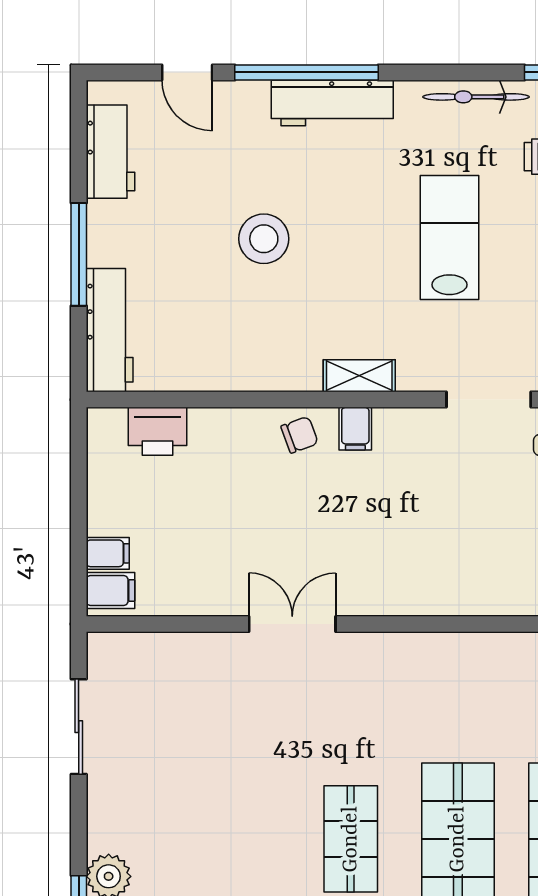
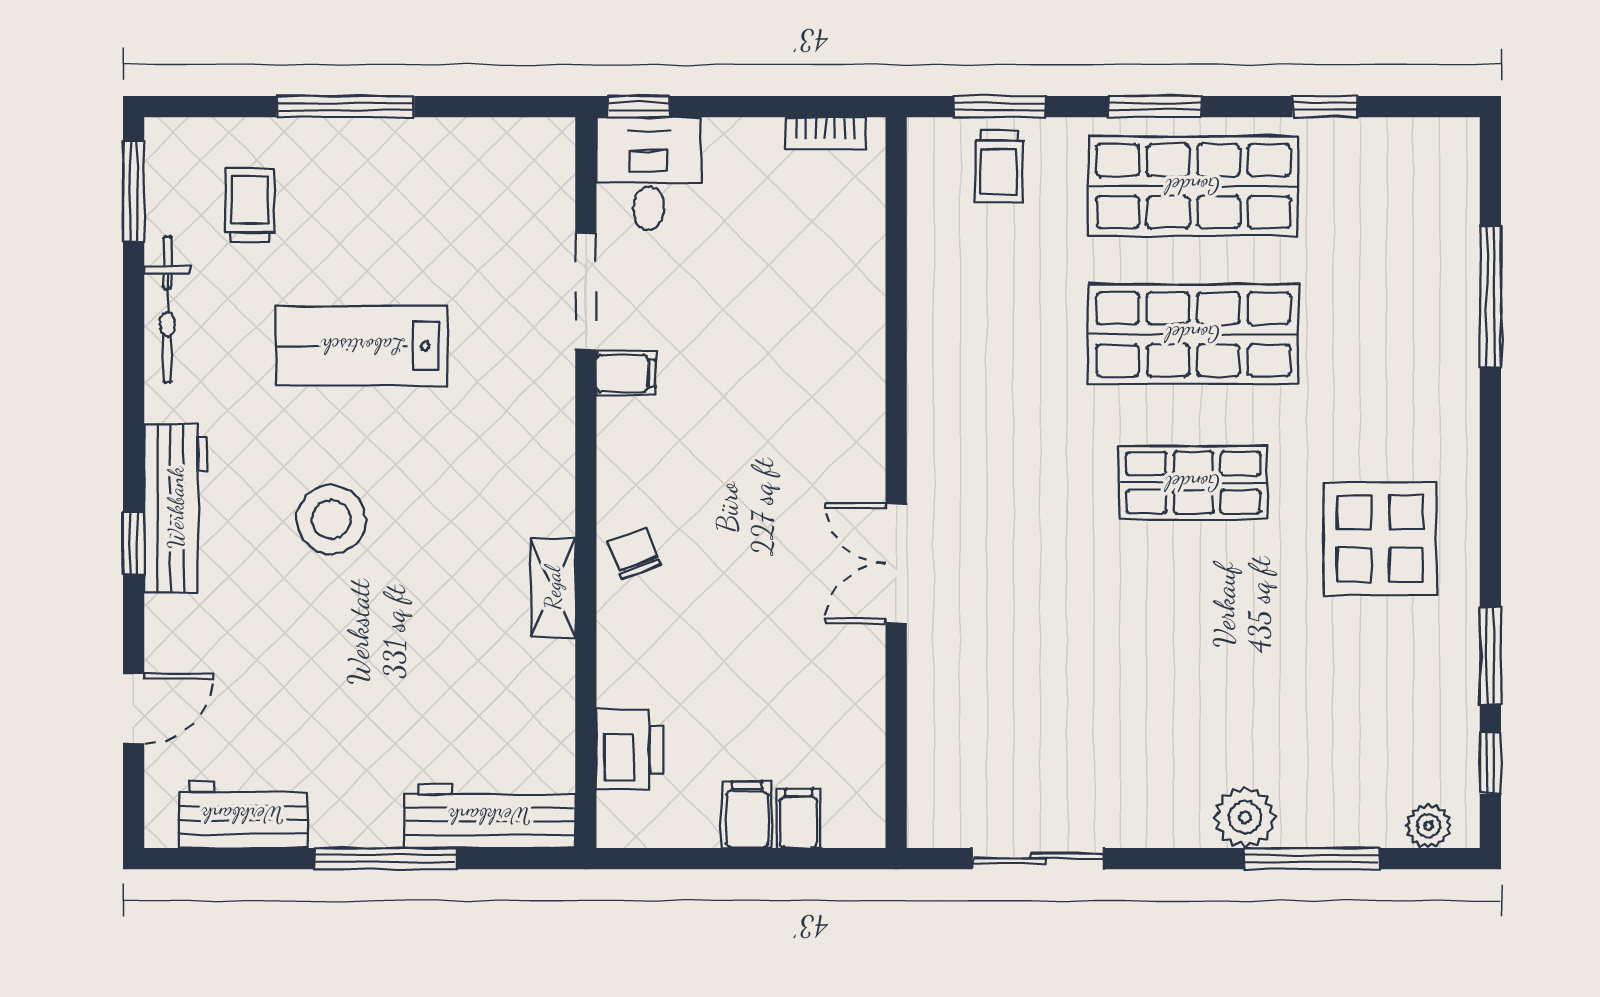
window: (307, 72) -> (134, 544), width x0.32
stool: (264, 239) -> (331, 519), moved
shelving: (359, 376) -> (553, 588), moved
filing cabinet: (355, 429) -> (626, 373), moved
filing cabinet: (110, 591) -> (747, 815), moved

